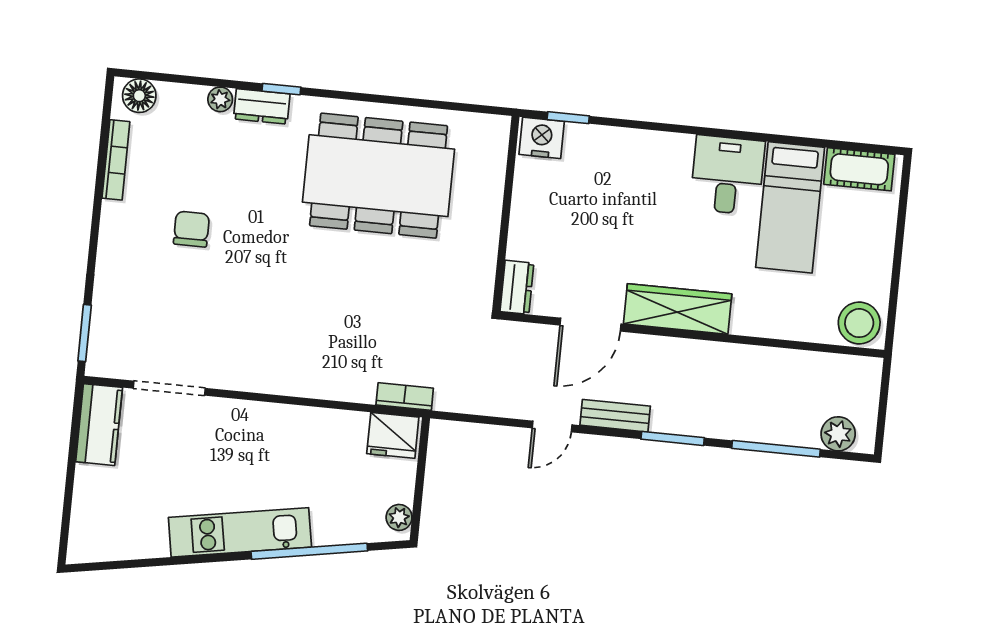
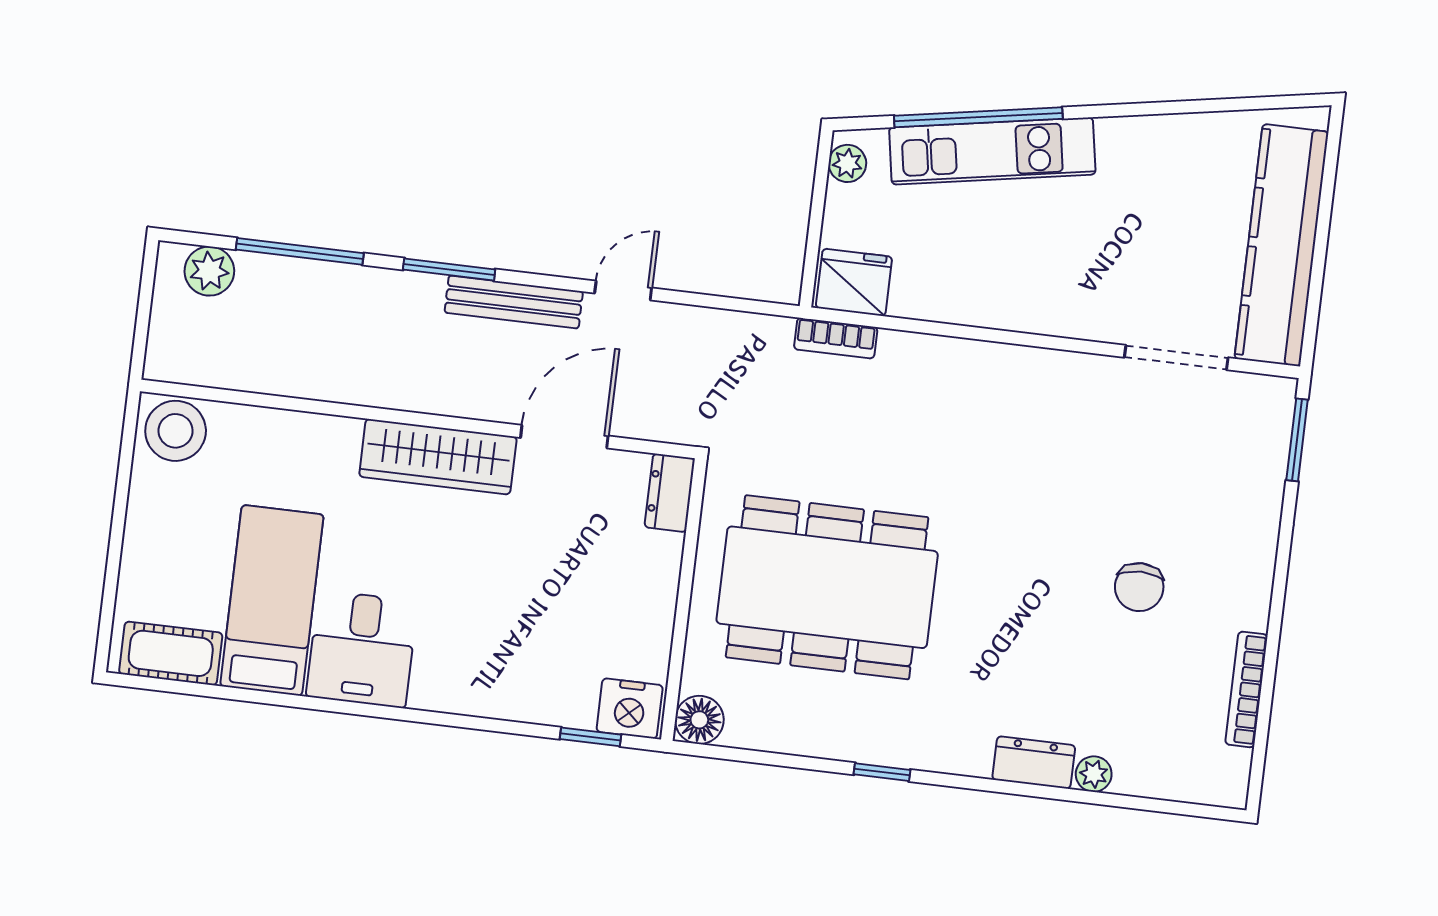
window: (281, 89) -> (882, 772), moved
floor lamp: (139, 96) -> (699, 720), moved
dining table: (379, 176) -> (827, 587), moved
bench: (615, 416) -> (514, 302), width x1.36
kitchen counter: (99, 425) -> (1282, 245), width x2.08, depth x1.17
kitchen unit: (240, 532) -> (992, 151), moved

